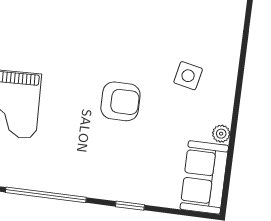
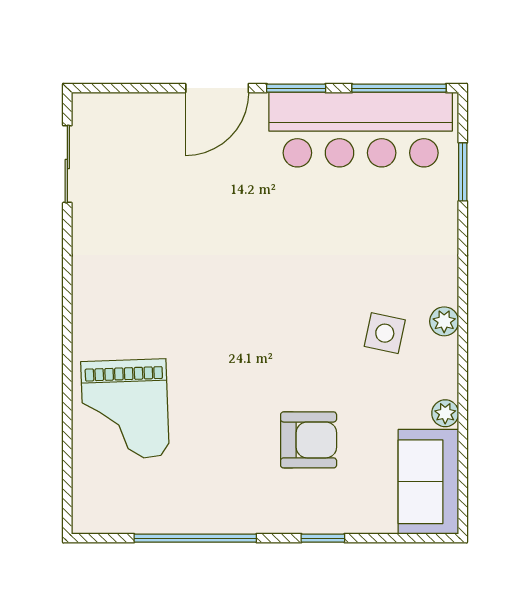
plant: (228, 73) -> (444, 321), added
armchair: (120, 101) -> (309, 440), moved

